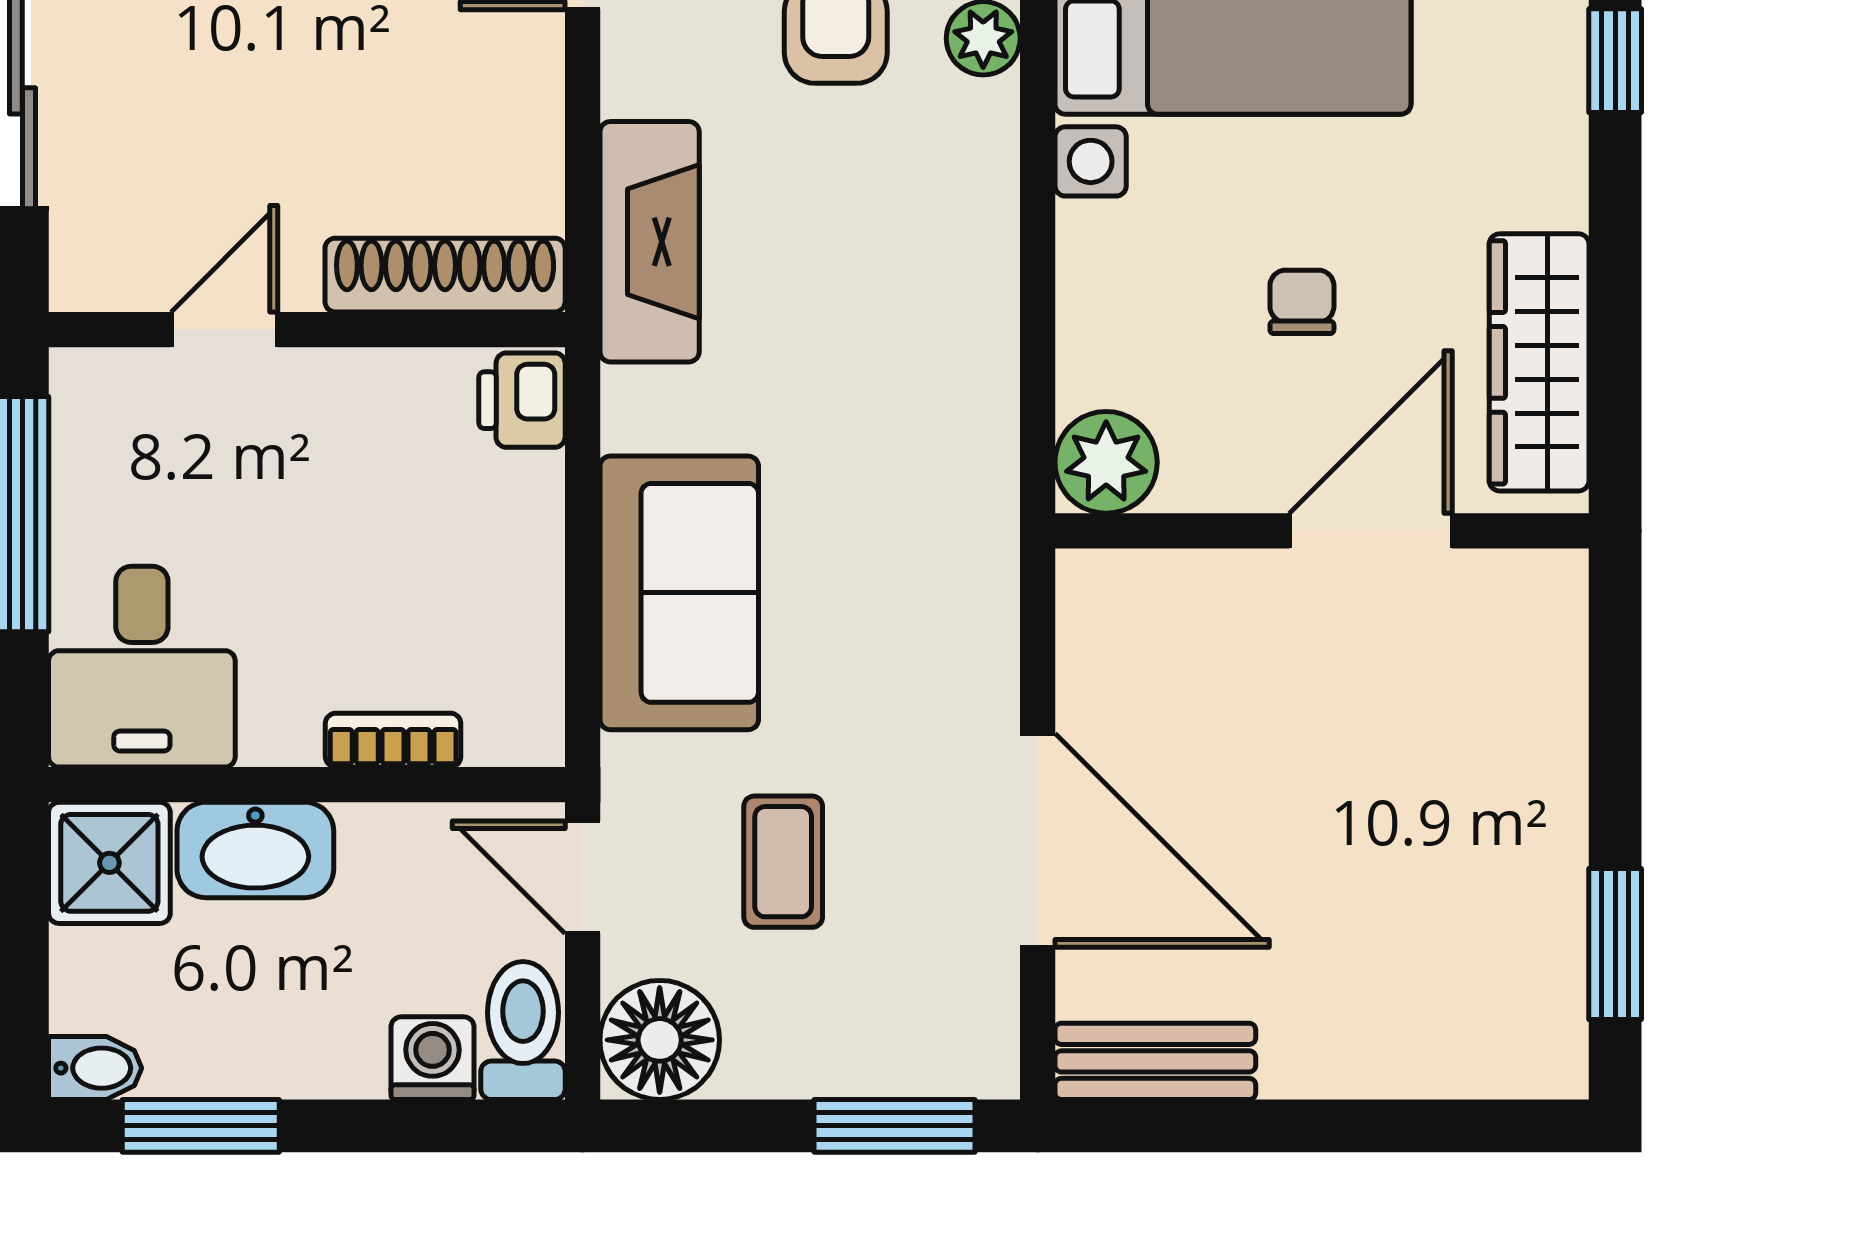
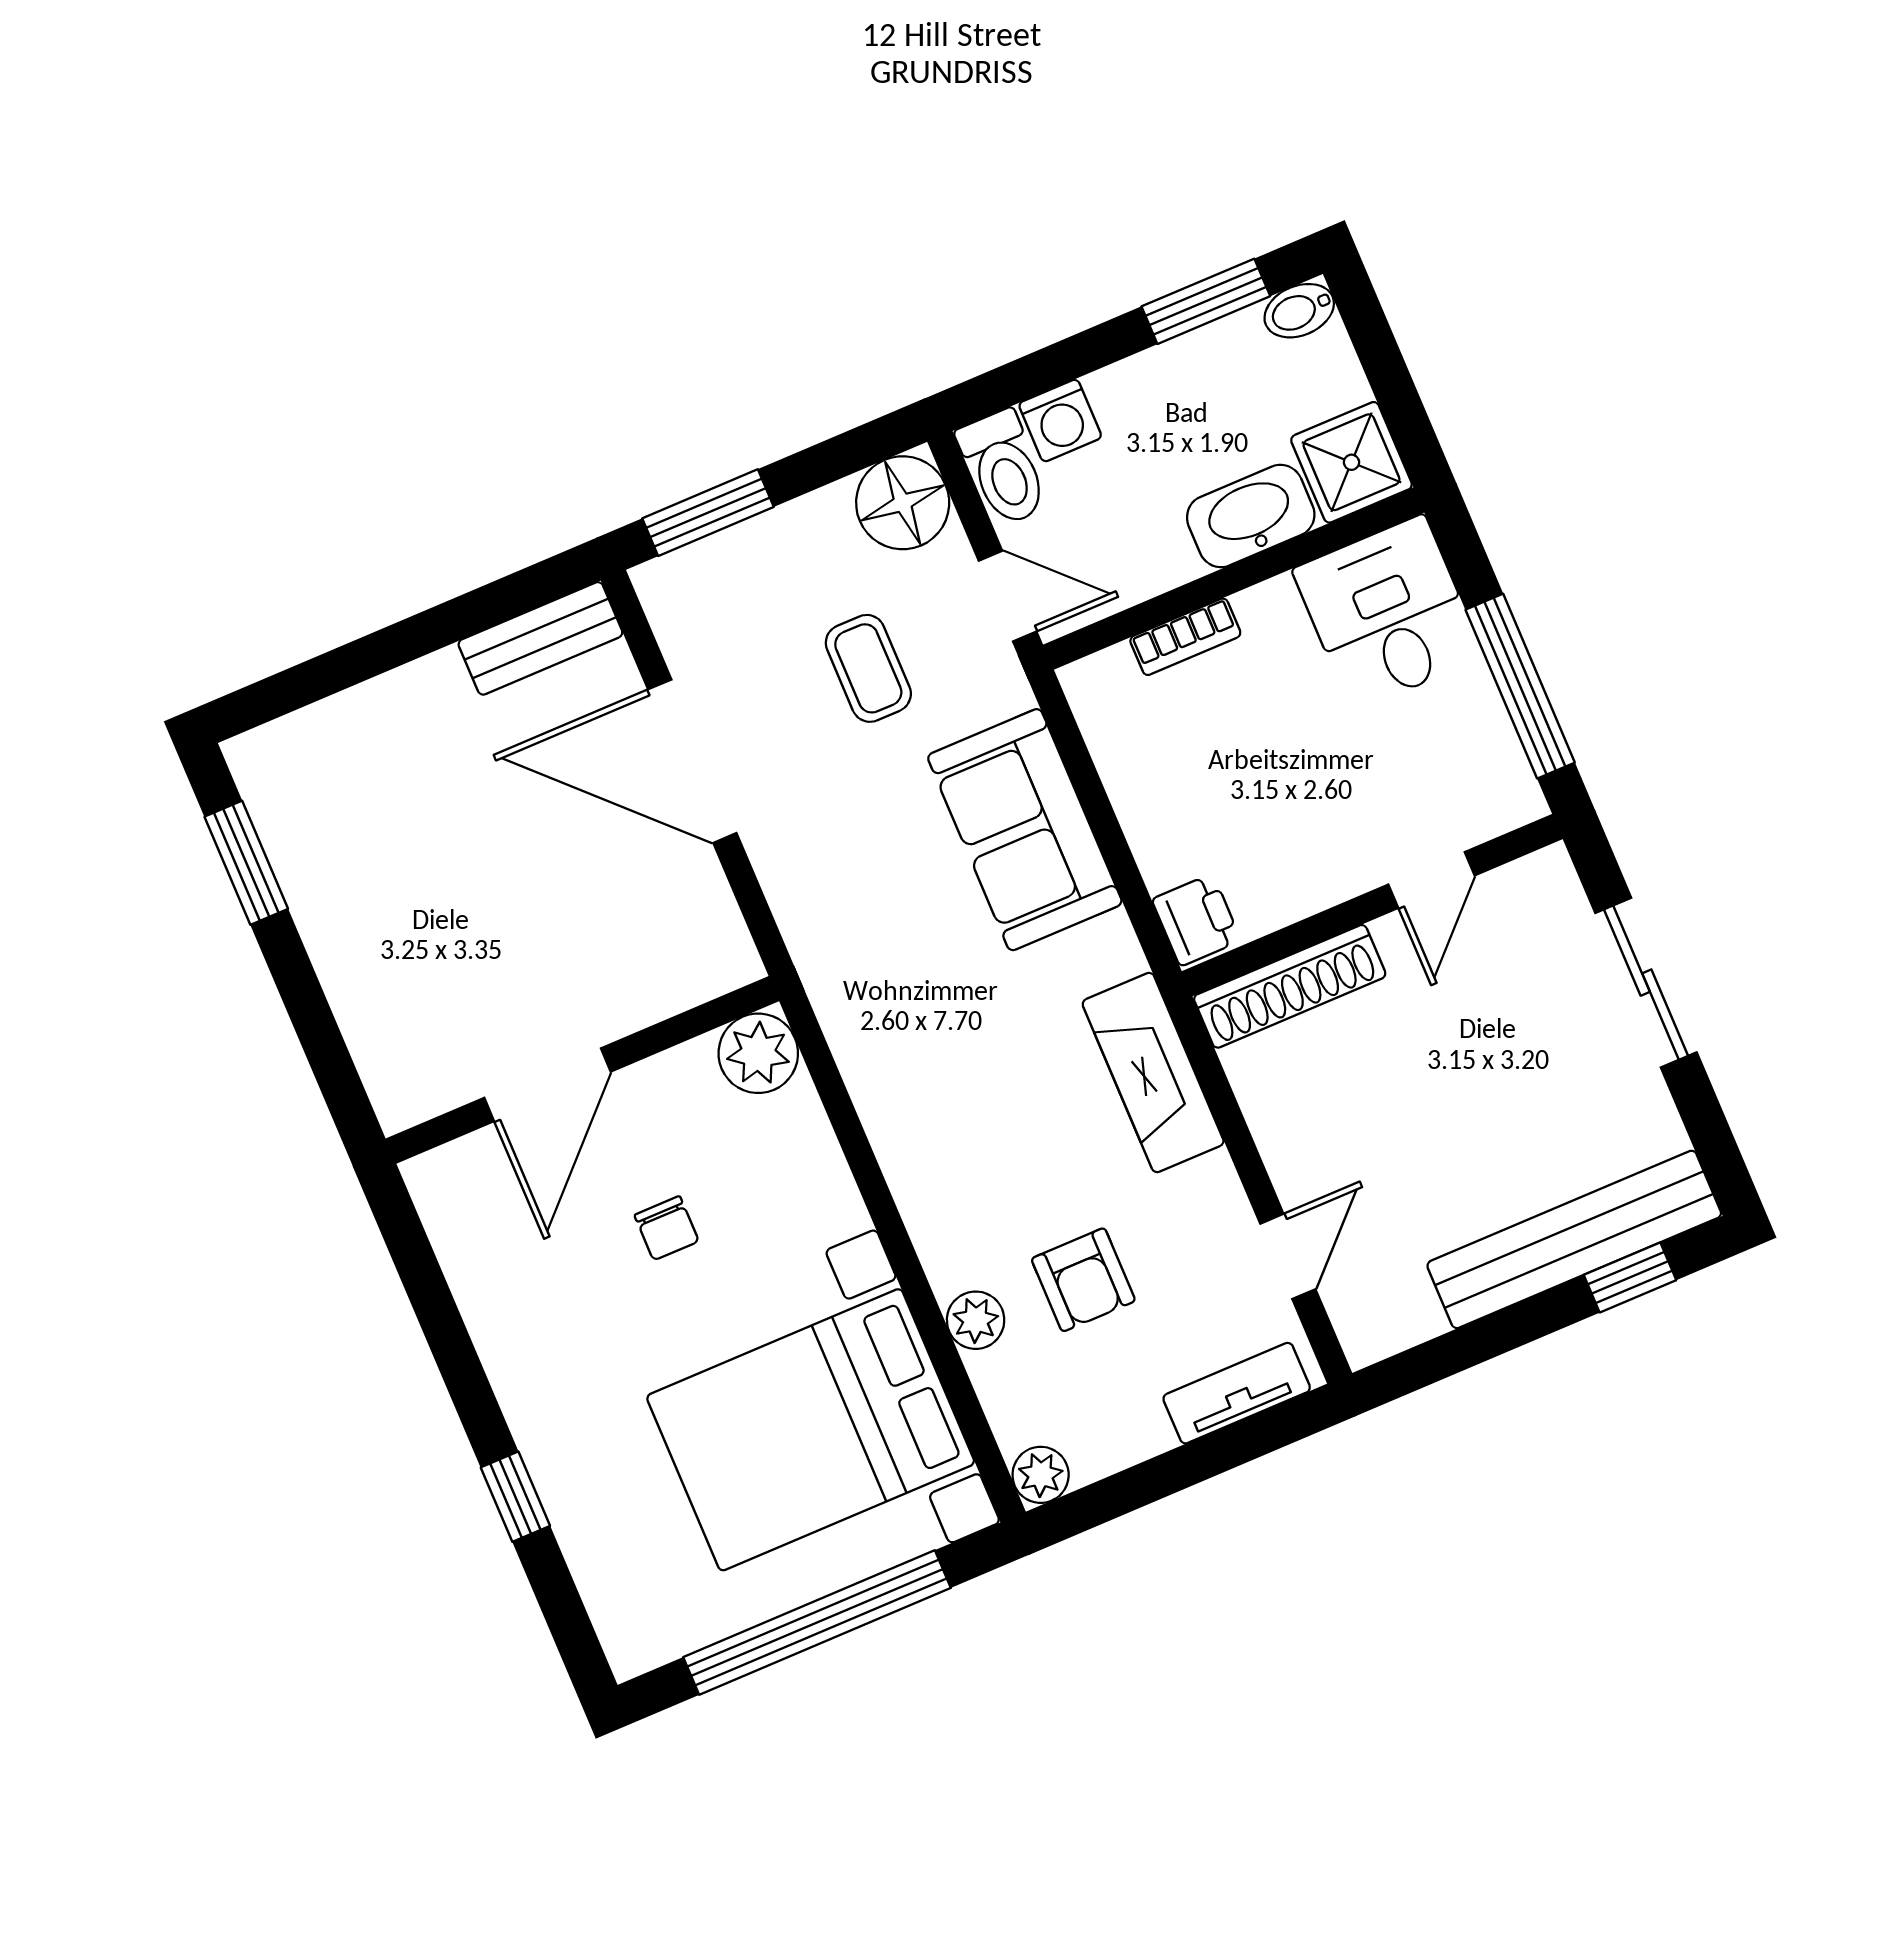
wardrobe: (1539, 362) -> (478, 1257), removed

